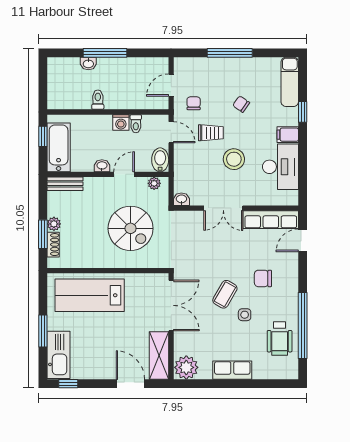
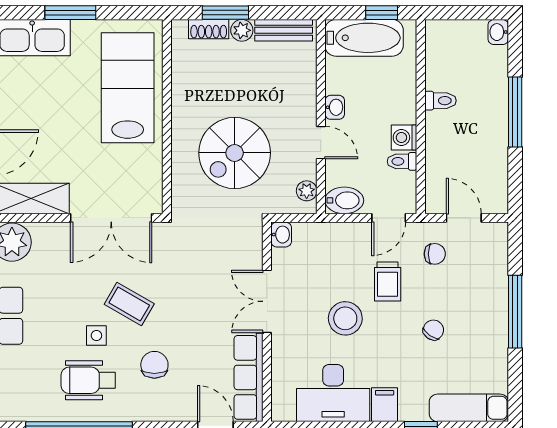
washbasin: (88, 64) -> (498, 32), moved
bench: (65, 184) -> (284, 30), moved, turned 90
wheelchair: (280, 338) -> (88, 380), moved

